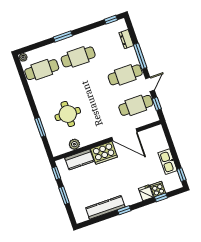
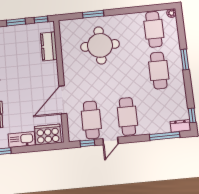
dresser: (126, 39) -> (180, 126), moved
window: (140, 56) -> (165, 136), moved
door: (150, 84) -> (110, 141), hinge flipped
round table: (68, 114) -> (100, 45), width x1.36, depth x1.36
plant: (74, 144) -> (66, 45), removed
cooker: (104, 153) -> (48, 135), moved, turned 90

